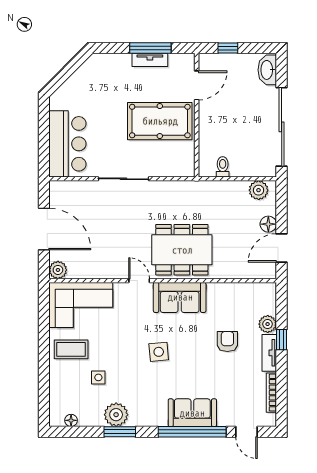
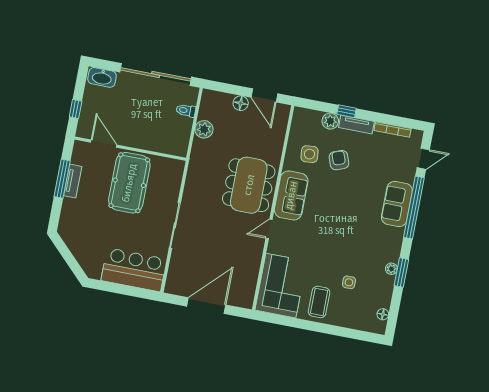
toilet: (223, 167) -> (186, 110), moved
plant: (259, 190) -> (204, 129), moved
plant: (58, 270) -> (245, 300), removed
armchair: (227, 341) -> (339, 160), turned 70
side table: (159, 352) -> (309, 154), moved
plant: (116, 415) -> (391, 269), width x0.53, depth x0.53

